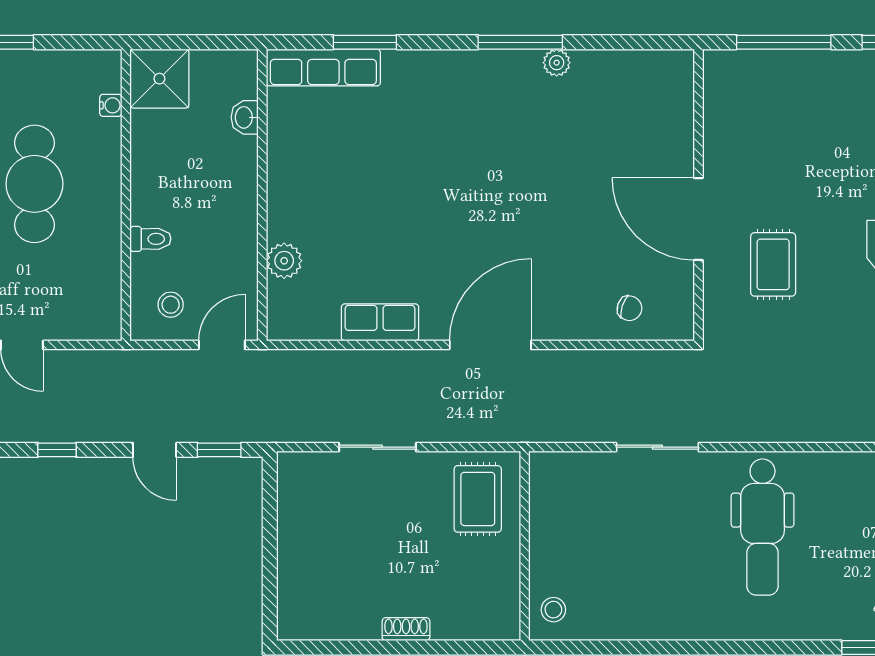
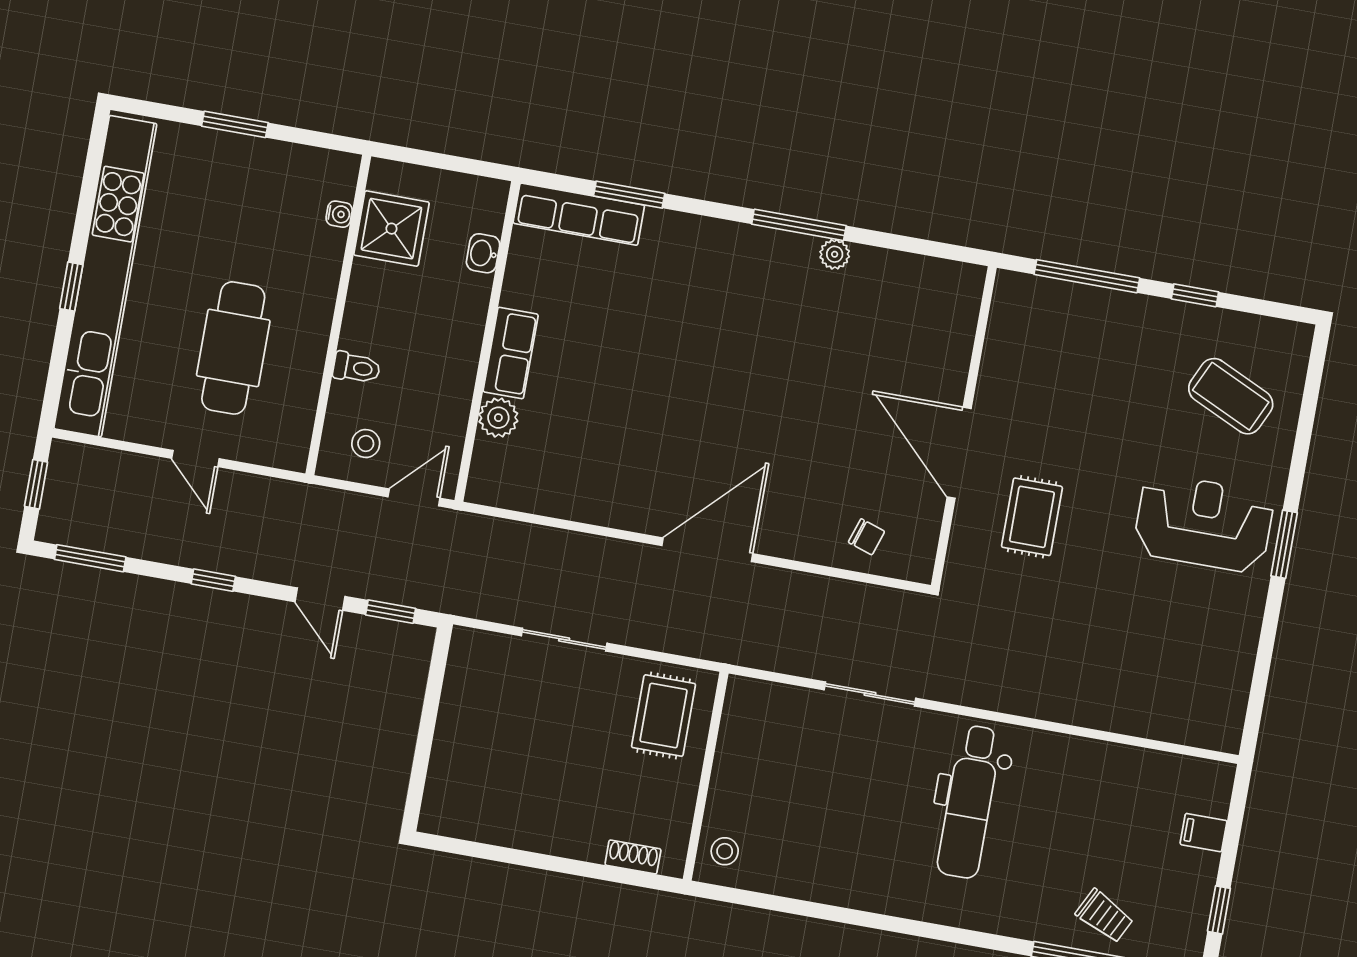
shower: (159, 79) -> (391, 229), moved
cafe table: (34, 184) -> (233, 348), moved
row of seats: (380, 322) -> (511, 353), moved, turned 90
shoe rack: (406, 629) -> (633, 857), moved

